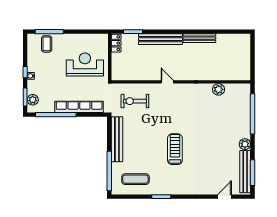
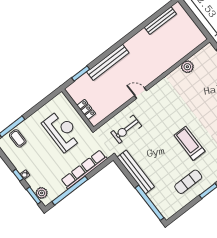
bench: (199, 38) -> (160, 21), moved
locker: (116, 43) -> (86, 109), moved
reception desk: (85, 64) -> (62, 131), turned 90
exercise mat: (135, 179) -> (188, 182), moved

